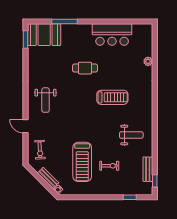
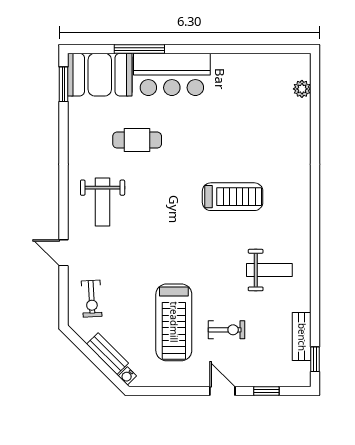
bar counter: (112, 34) -> (172, 74), moved
plant: (148, 61) -> (302, 89), moved
cafe table: (85, 68) -> (137, 140), moved
door: (107, 197) -> (222, 391), added

